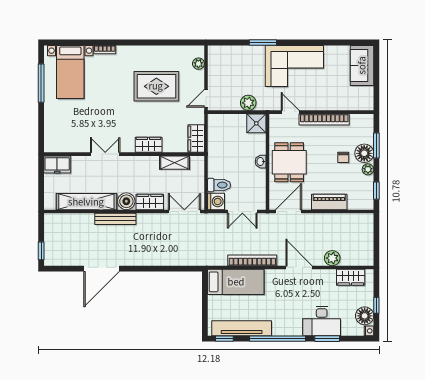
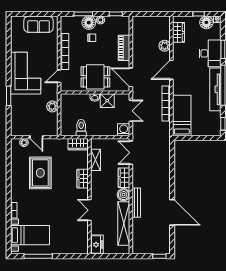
sofa: (362, 65) -> (38, 24), moved
door: (206, 98) -> (36, 137), moved
shower: (256, 123) -> (107, 101), moved
toilet: (219, 185) -> (81, 128), moved
tv unit: (242, 328) -> (215, 89), moved

